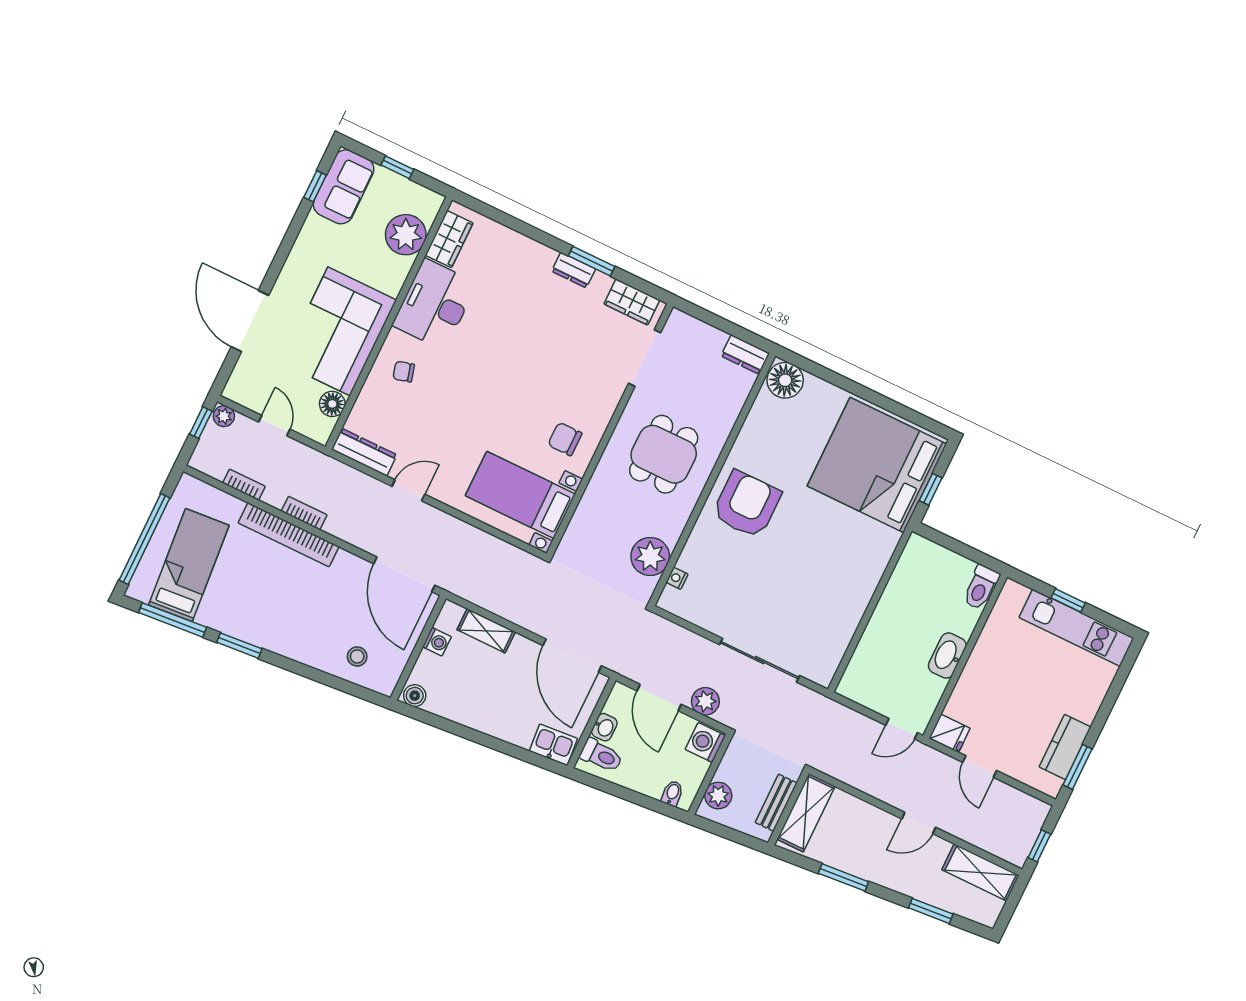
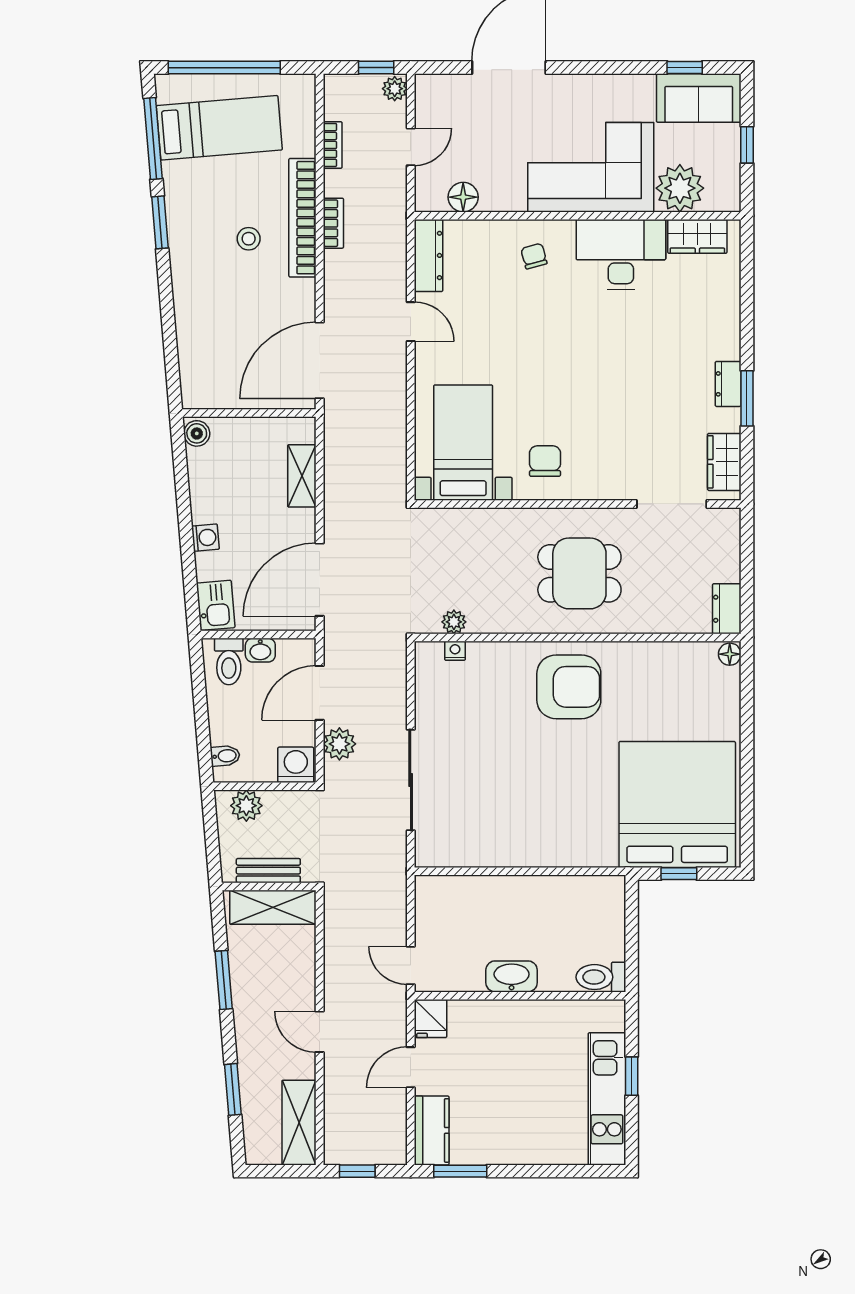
corner sofa: (339, 331) -> (591, 167), moved
floor lamp: (785, 380) -> (730, 654), width x0.53, depth x0.53
plant: (650, 556) -> (454, 622), width x0.53, depth x0.53
washing machine: (437, 642) -> (205, 538), moved, turned -95
stool: (357, 656) -> (249, 239), moved
kitchen counter: (1065, 747) -> (432, 1130), moved, turned 90

